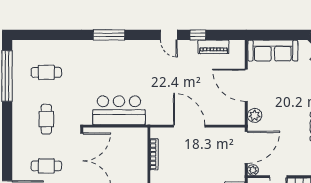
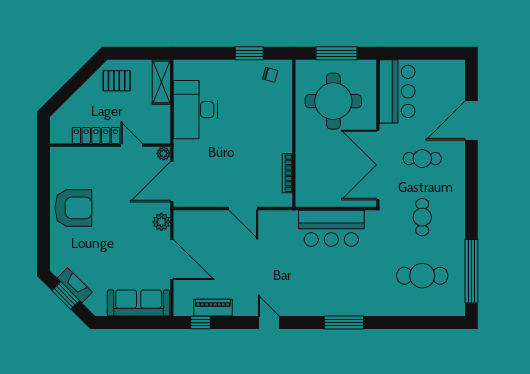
window: (198, 35) -> (200, 323), moved
cafe table: (46, 72) -> (422, 276), width x1.37, depth x1.35
door: (189, 126) -> (243, 208), width x0.73

